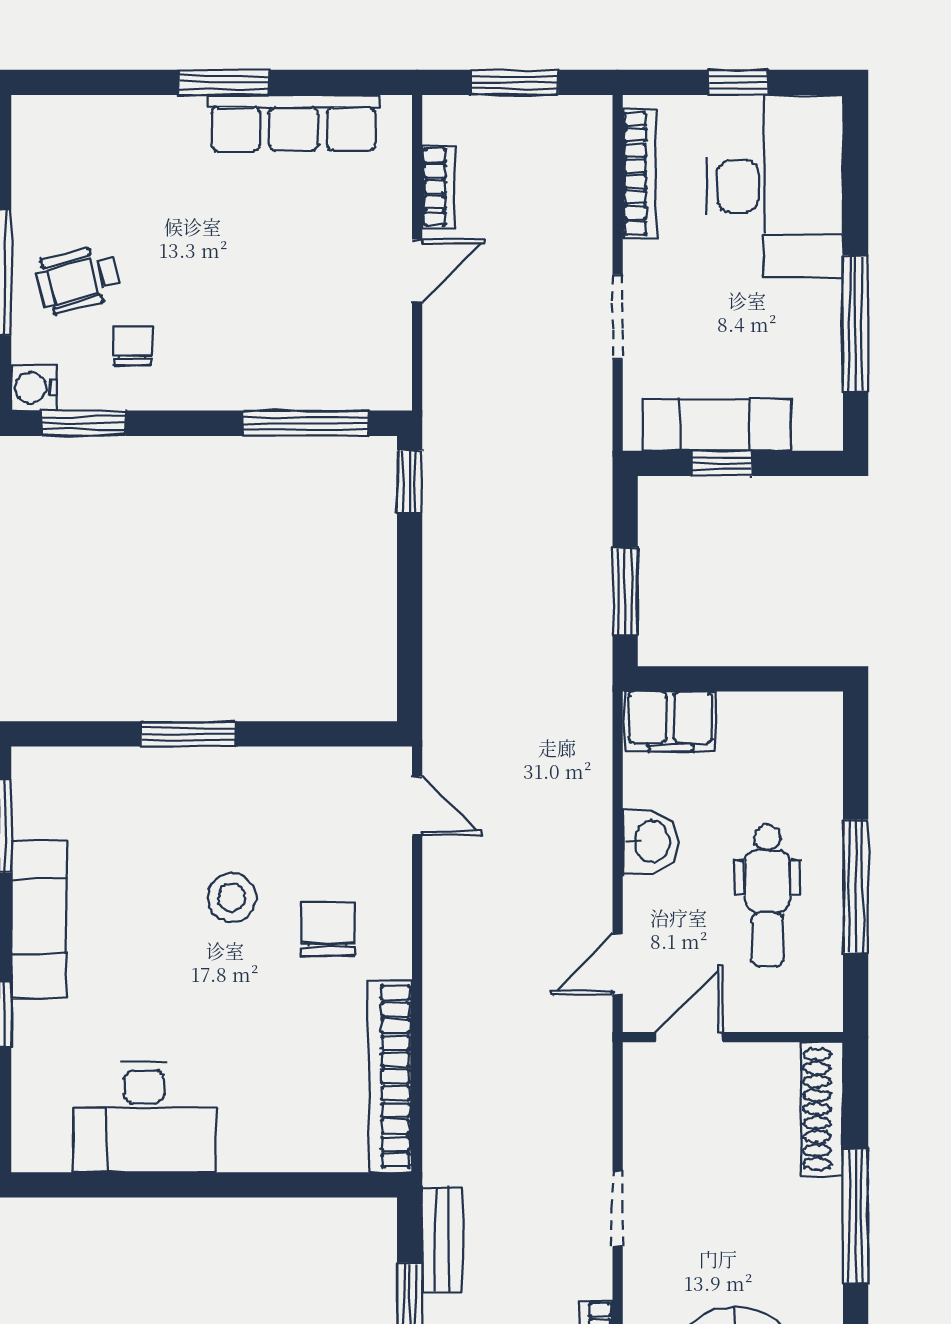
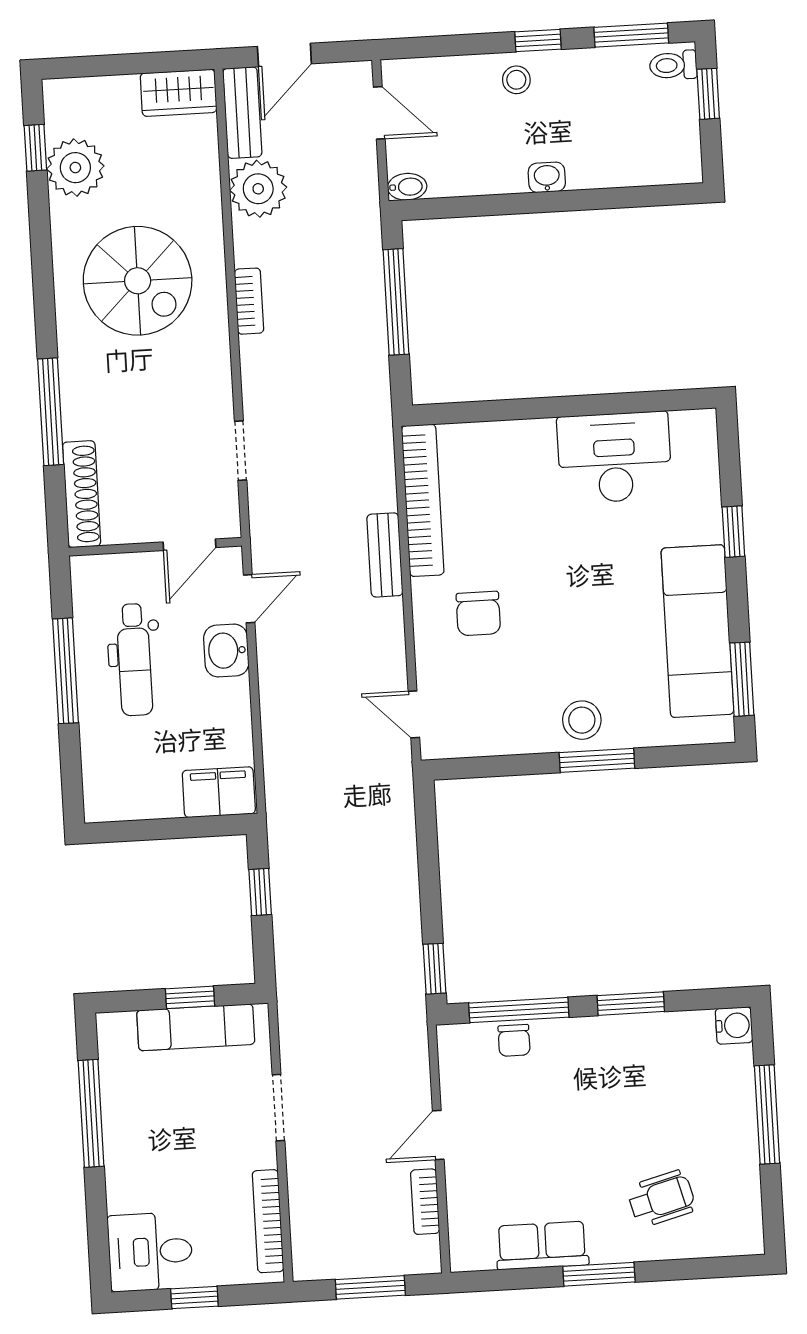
row of seats: (294, 123) -> (542, 1246), width x0.68
desk: (775, 186) -> (150, 1252), width x0.53, depth x0.77
wheelchair: (78, 280) -> (661, 1199), moved
chair: (133, 345) -> (514, 1040), moved
window: (83, 423) -> (631, 1004), moved
window: (625, 592) -> (260, 892), width x0.67
washbasin: (650, 842) -> (226, 651), moved
dental chair: (767, 896) -> (134, 660), turned 180
stool: (232, 898) -> (582, 720), moved
exam couch: (39, 919) -> (697, 631), width x1.36, depth x1.45
doorway: (618, 1209) -> (241, 451), moved
bench: (442, 1240) -> (385, 555), moved

